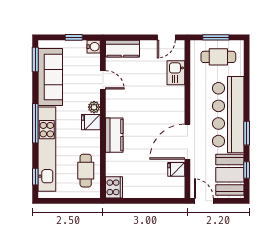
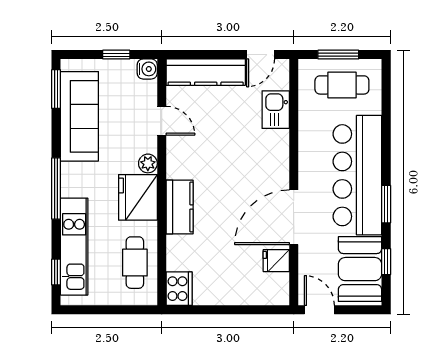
kitchen counter: (123, 49) -> (206, 72), width x1.50
fridge: (91, 122) -> (138, 197), width x1.88, depth x1.34
kitchen unit: (47, 149) -> (74, 247), width x0.73

